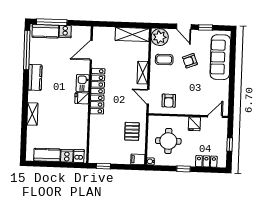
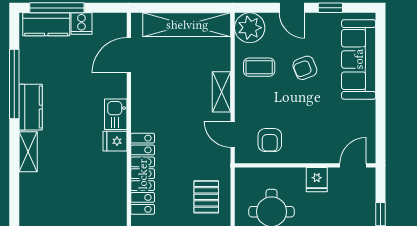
shelving: (132, 34) -> (187, 25), width x1.47
window: (27, 50) -> (14, 84), moved
locker: (97, 91) -> (143, 174), moved
shelving: (32, 114) -> (28, 152), moved

